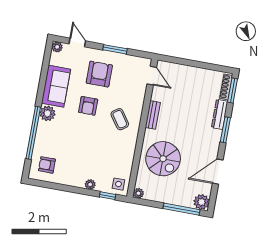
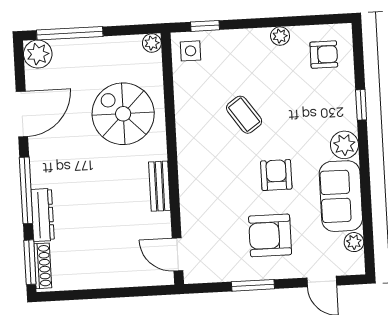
plant: (57, 47) -> (354, 242), moved
armchair: (99, 74) -> (270, 235), turned 90
coffee table: (120, 119) -> (244, 115), moved
window: (225, 130) -> (26, 190), width x1.44
window: (33, 133) -> (361, 105), width x0.32
plant: (90, 185) -> (280, 36), moved

